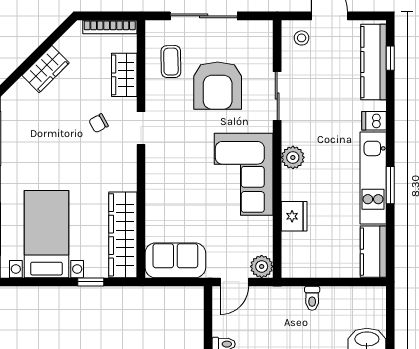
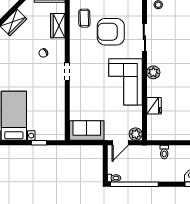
armchair: (218, 86) -> (111, 32), turned 90
doorway: (141, 128) -> (67, 72), moved
wardrobe: (123, 235) -> (57, 116), removed

